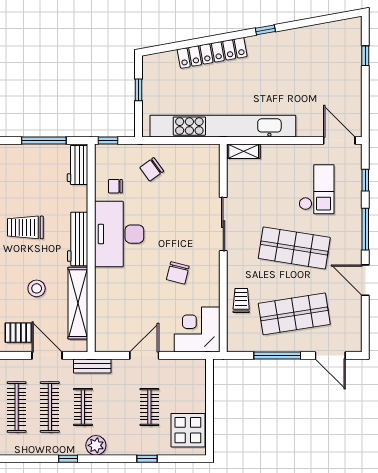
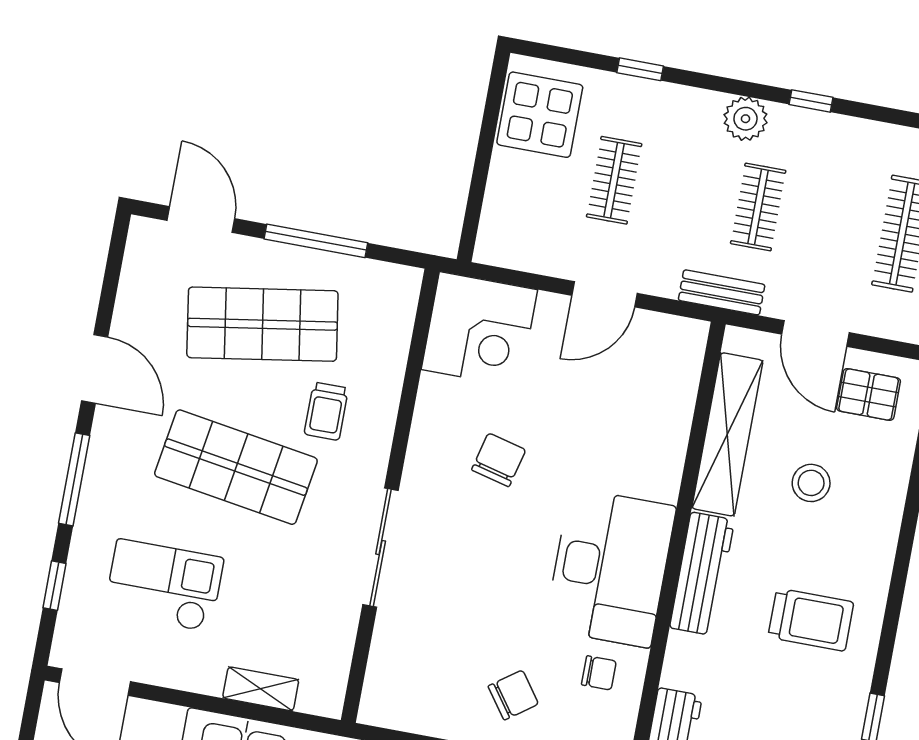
shelving: (244, 151) -> (261, 689), moved
checkout: (317, 189) -> (164, 585), turned 90
trolley: (241, 301) -> (326, 411), moved
clothes rail: (50, 407) -> (830, 220), removed

